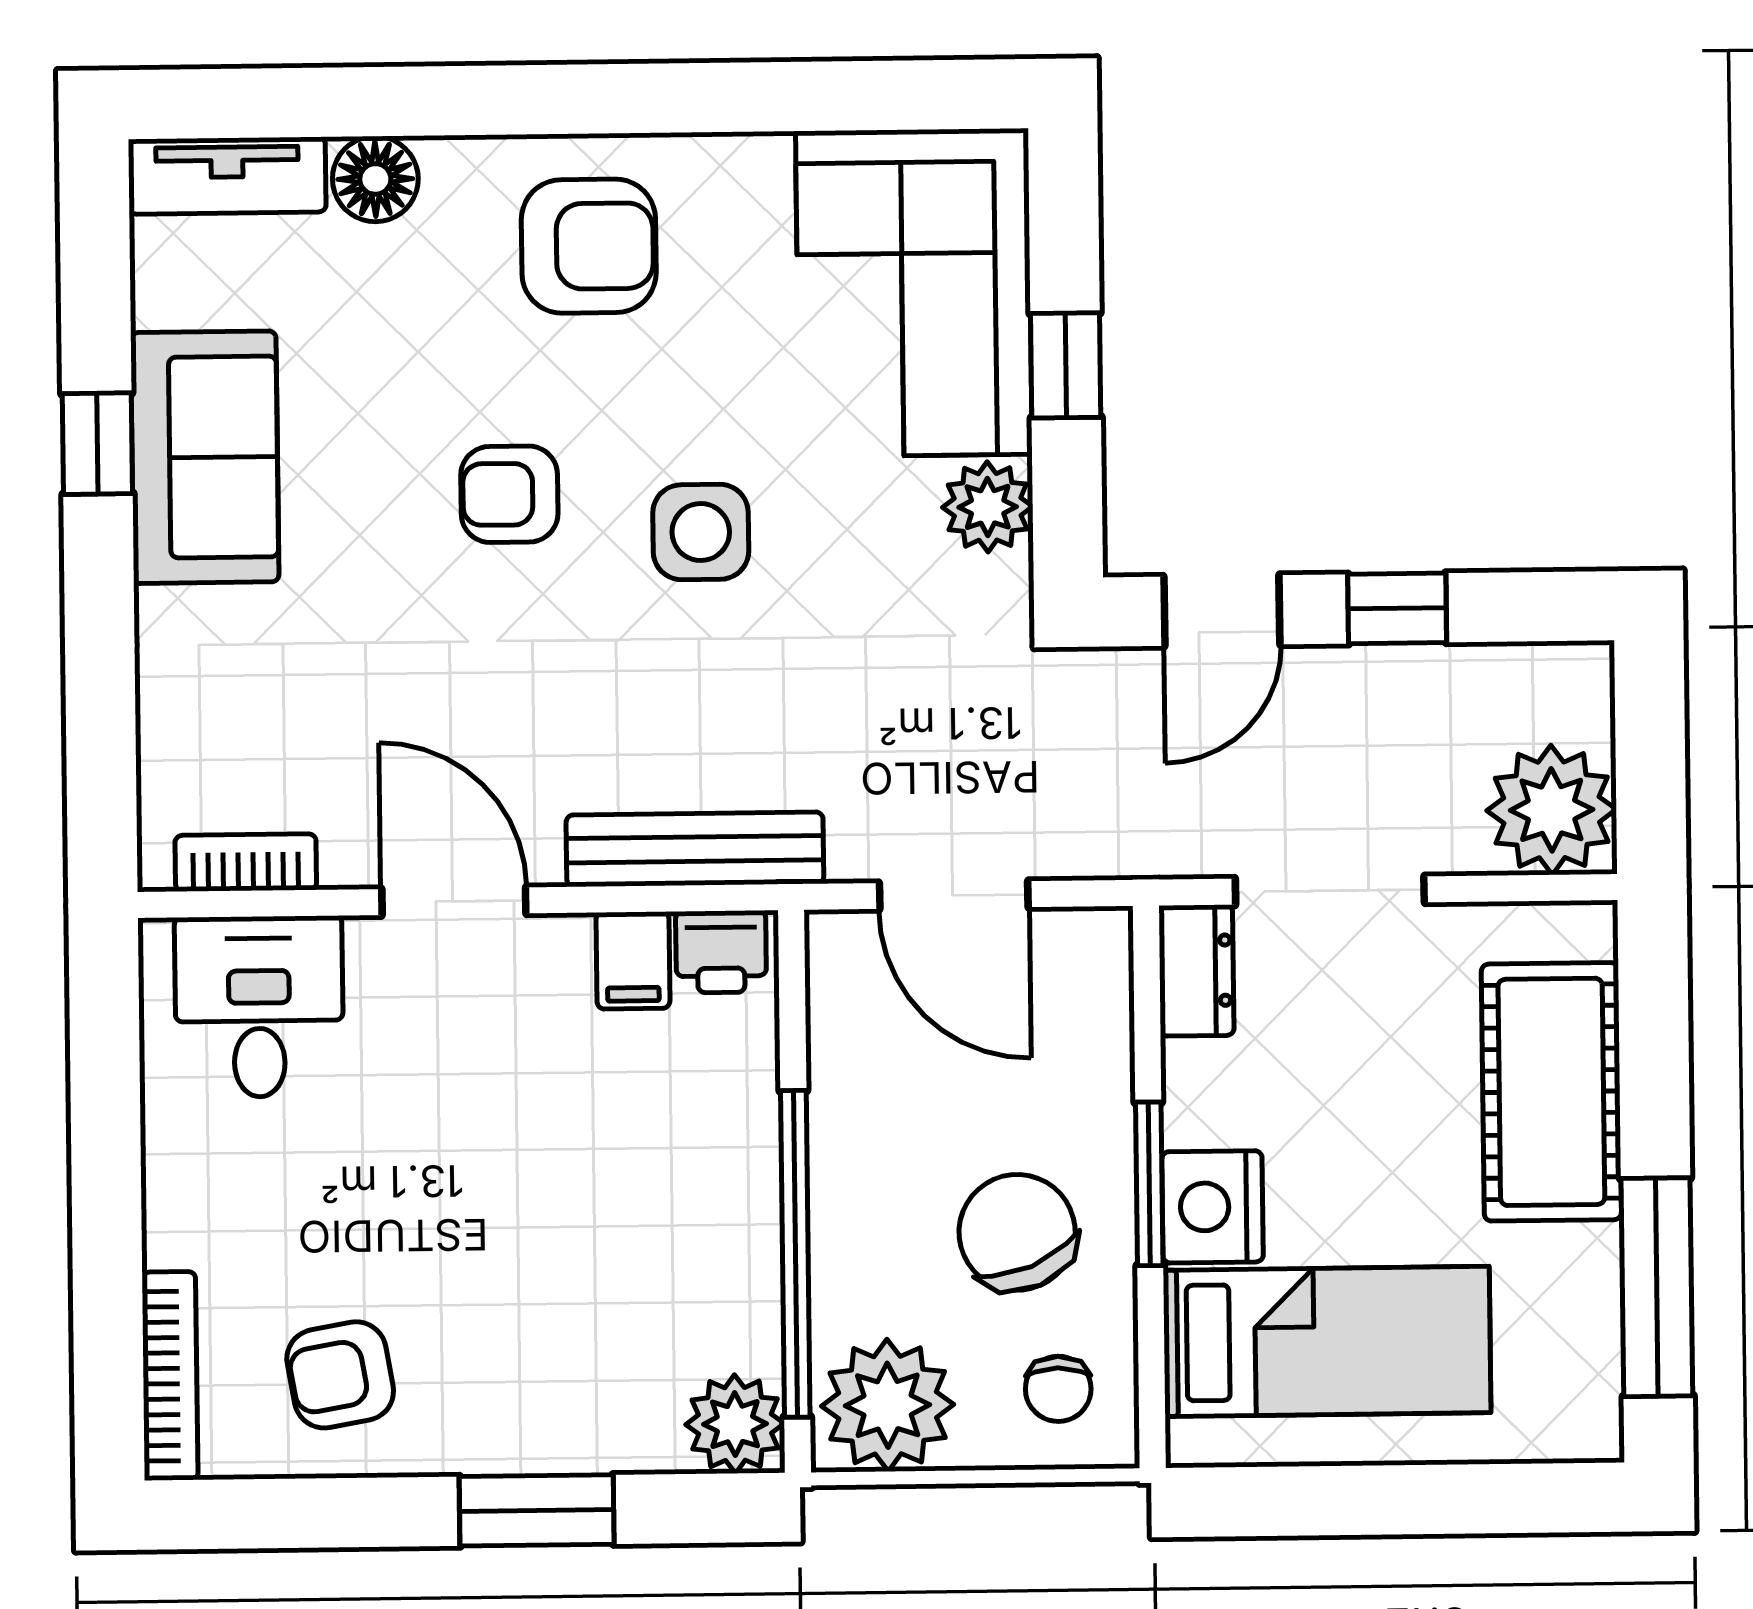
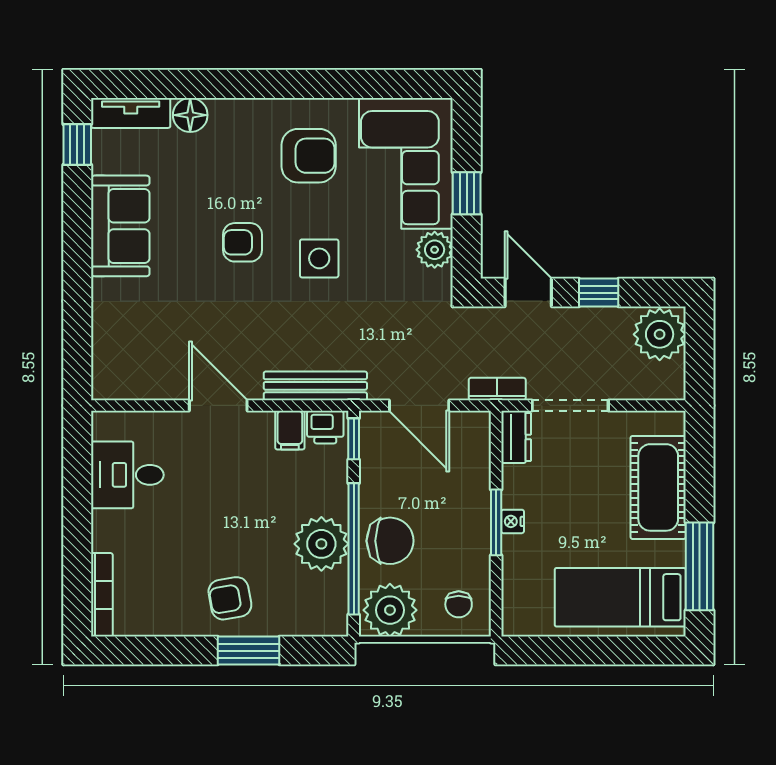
armchair: (589, 246) -> (309, 156), moved
window: (97, 444) -> (77, 145), moved
door: (1222, 611) -> (528, 293), swing flipped
plant: (1552, 810) -> (660, 334), moved
bookcase: (246, 863) -> (497, 389), moved
window: (792, 980) -> (354, 439), added
desk: (259, 1007) -> (127, 475), moved, turned -90
nightstand: (1213, 1207) -> (513, 521), width x0.53, depth x0.56
chair: (1017, 1232) -> (390, 541), moved, turned 113
bed: (1327, 1341) -> (620, 597), moved, turned 180
armchair: (340, 1375) -> (230, 598), moved
plant: (735, 1424) -> (321, 544), moved, width x1.36, depth x1.36

